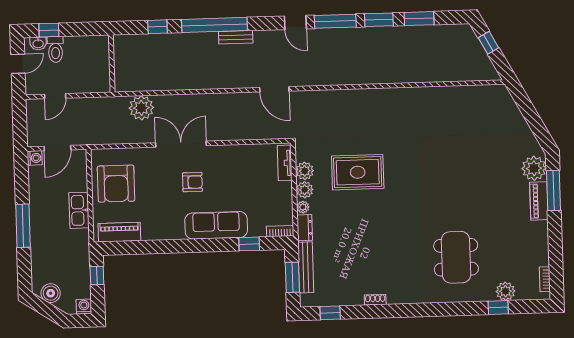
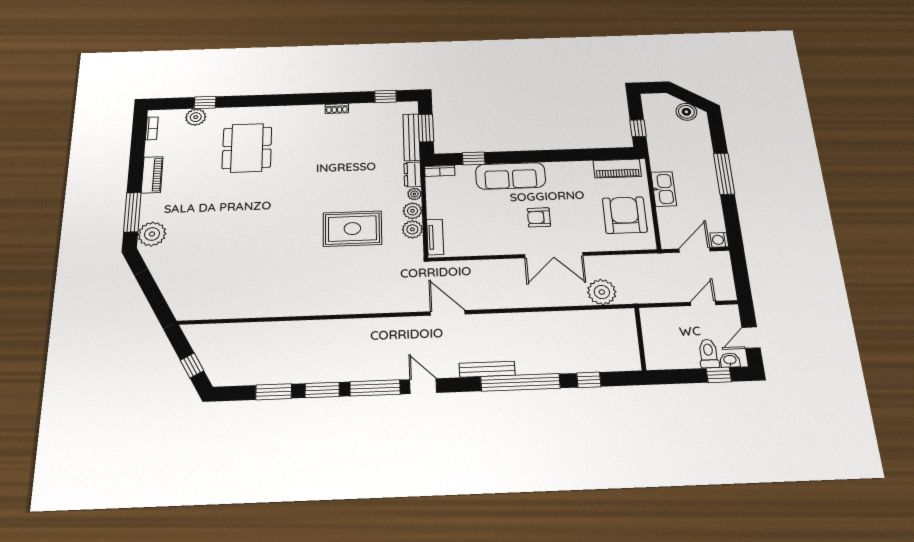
bench: (236, 37) -> (487, 369), width x1.36
piano: (539, 201) -> (152, 175), moved
washing machine: (84, 307) -> (649, 100), removed

